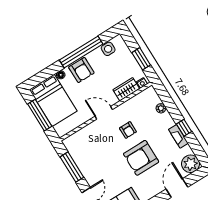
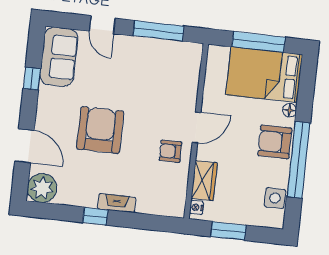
plant: (161, 108) -> (144, 206), removed
armchair: (128, 130) -> (170, 151), moved
fireplace: (178, 136) -> (117, 203), moved

